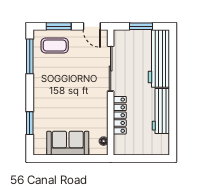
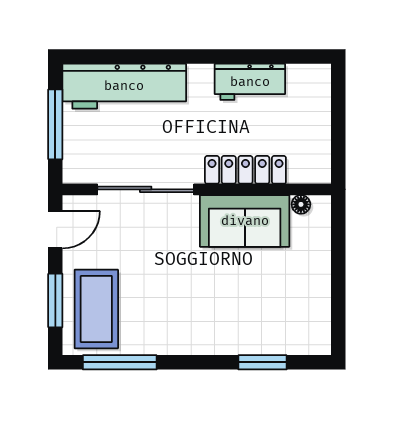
window: (141, 26) -> (55, 124), width x1.44
coffee table: (55, 45) -> (96, 309), width x1.36, depth x1.32
workbench: (161, 111) -> (250, 82), width x0.73
sofa: (68, 143) -> (245, 221), moved, turned -90

